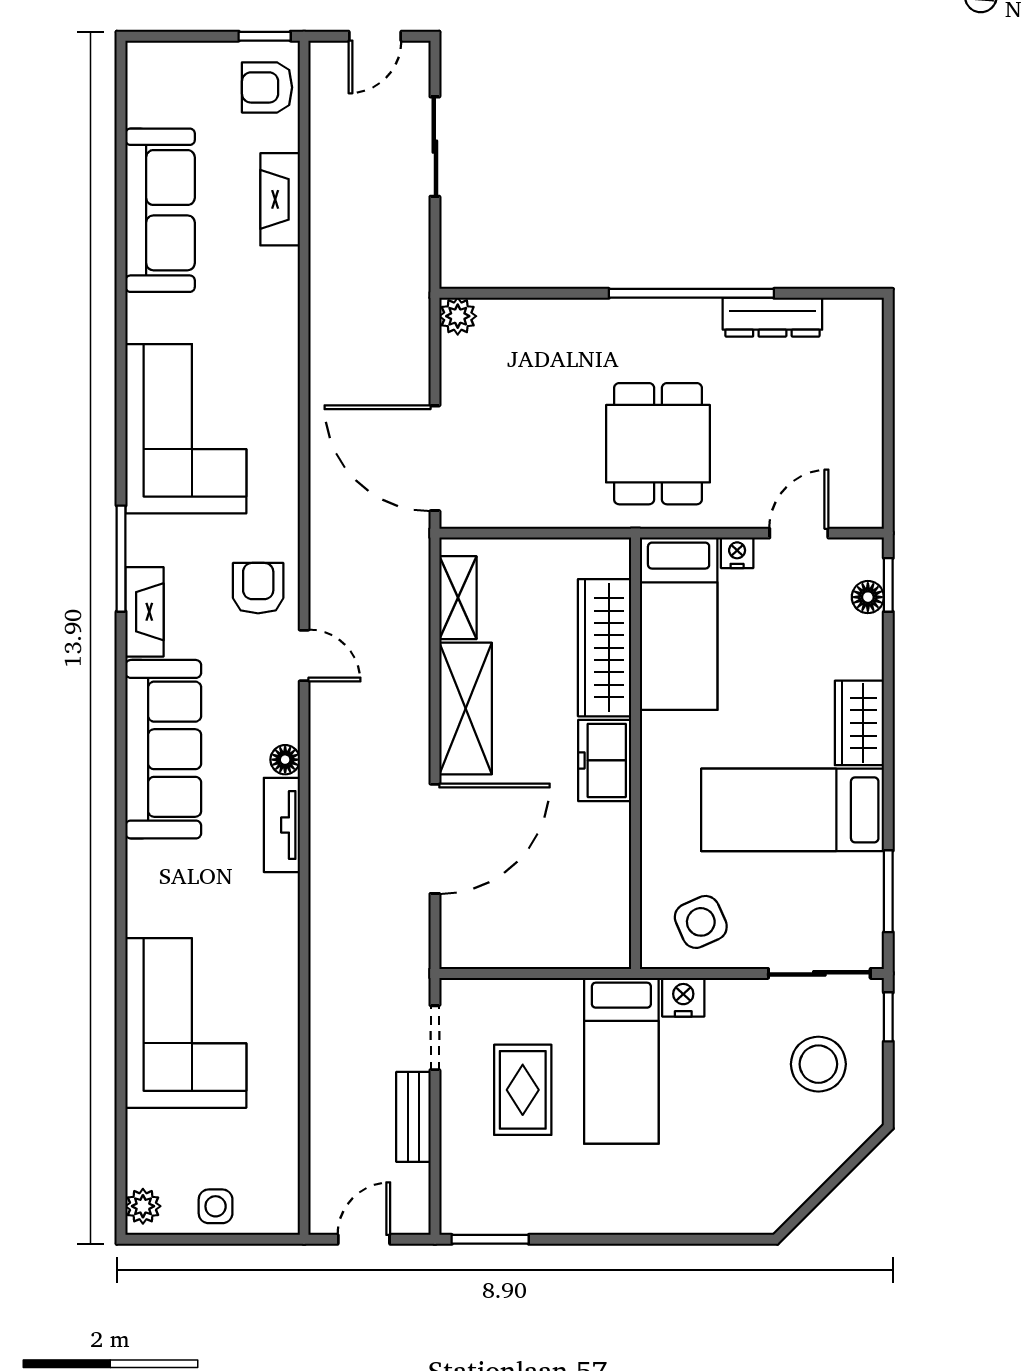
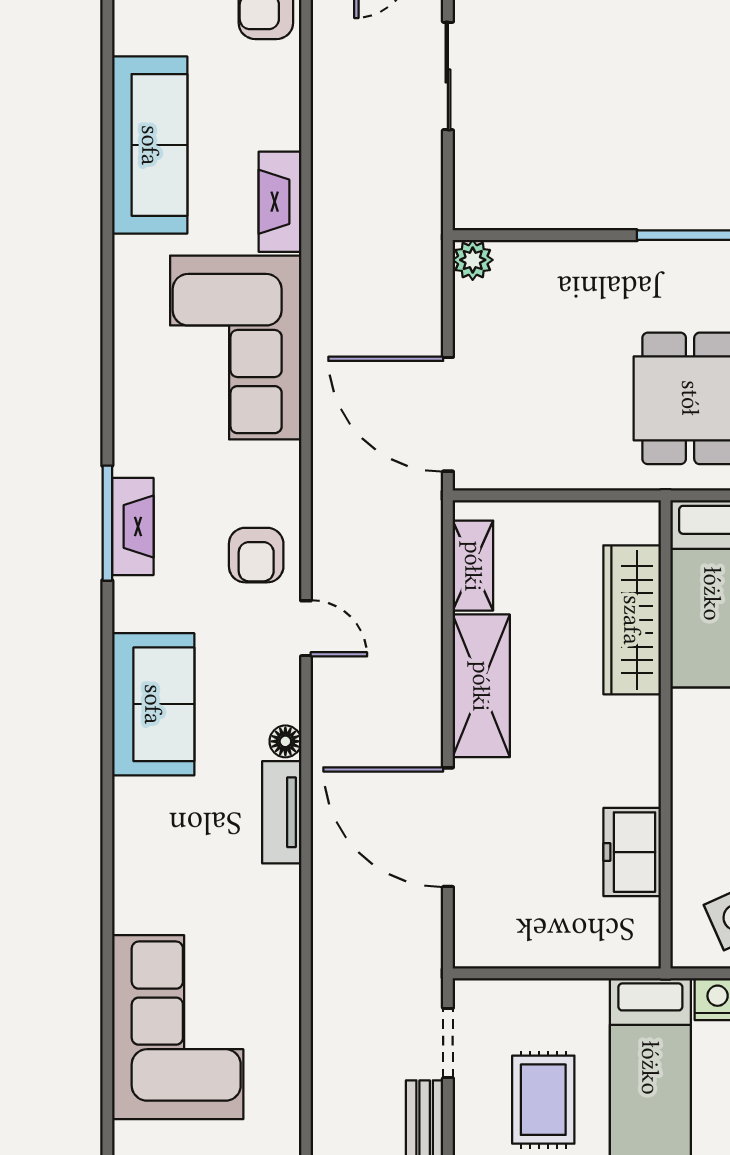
fireplace: (280, 199) -> (280, 202), moved
corner sofa: (186, 429) -> (236, 348), moved, turned 180
armchair: (258, 588) -> (256, 555), turned 180
fireplace: (144, 612) -> (133, 526), moved
sofa: (163, 749) -> (153, 704), width x0.73
freezer: (605, 760) -> (632, 852), moved
door: (435, 839) -> (448, 827), swing flipped

